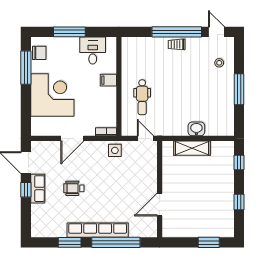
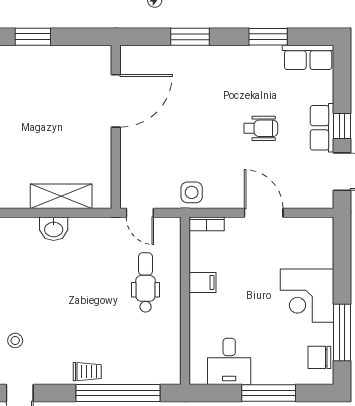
window: (177, 32) -> (118, 393), moved
filing cabinet: (108, 80) -> (203, 282), moved
corner desk: (52, 95) -> (307, 296), width x0.74, depth x0.74
door: (72, 138) -> (264, 213), hinge flipped
door: (160, 205) -> (116, 101), width x1.36
row of seats: (98, 230) -> (308, 57), moved, width x0.50
window: (116, 242) -> (190, 37), width x0.47

